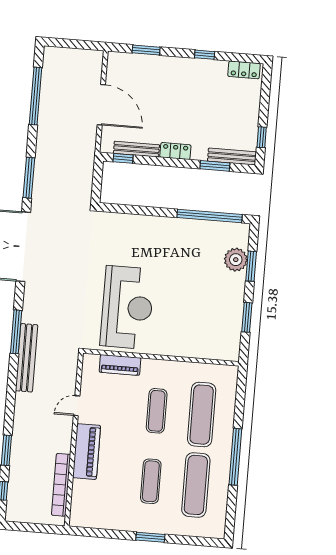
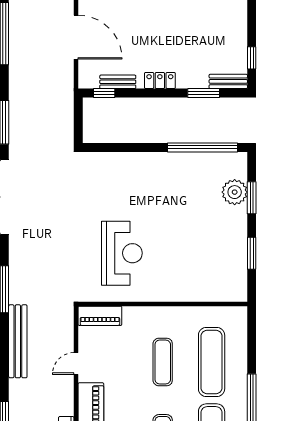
bench: (136, 149) -> (118, 82), width x0.73
bench: (232, 157) -> (228, 81), width x0.73
reception desk: (127, 307) -> (122, 253), width x0.74, depth x0.77
bench: (27, 358) -> (18, 341), moved
piano: (120, 365) -> (100, 316), moved

